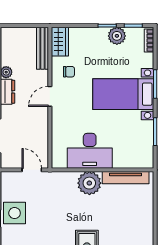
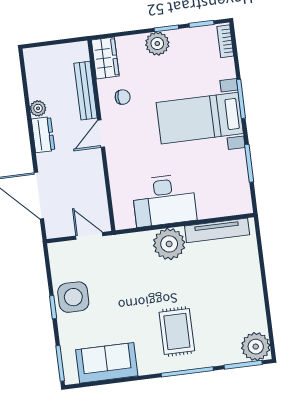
plant: (117, 36) -> (157, 44), moved
bench: (42, 48) -> (86, 91), moved

